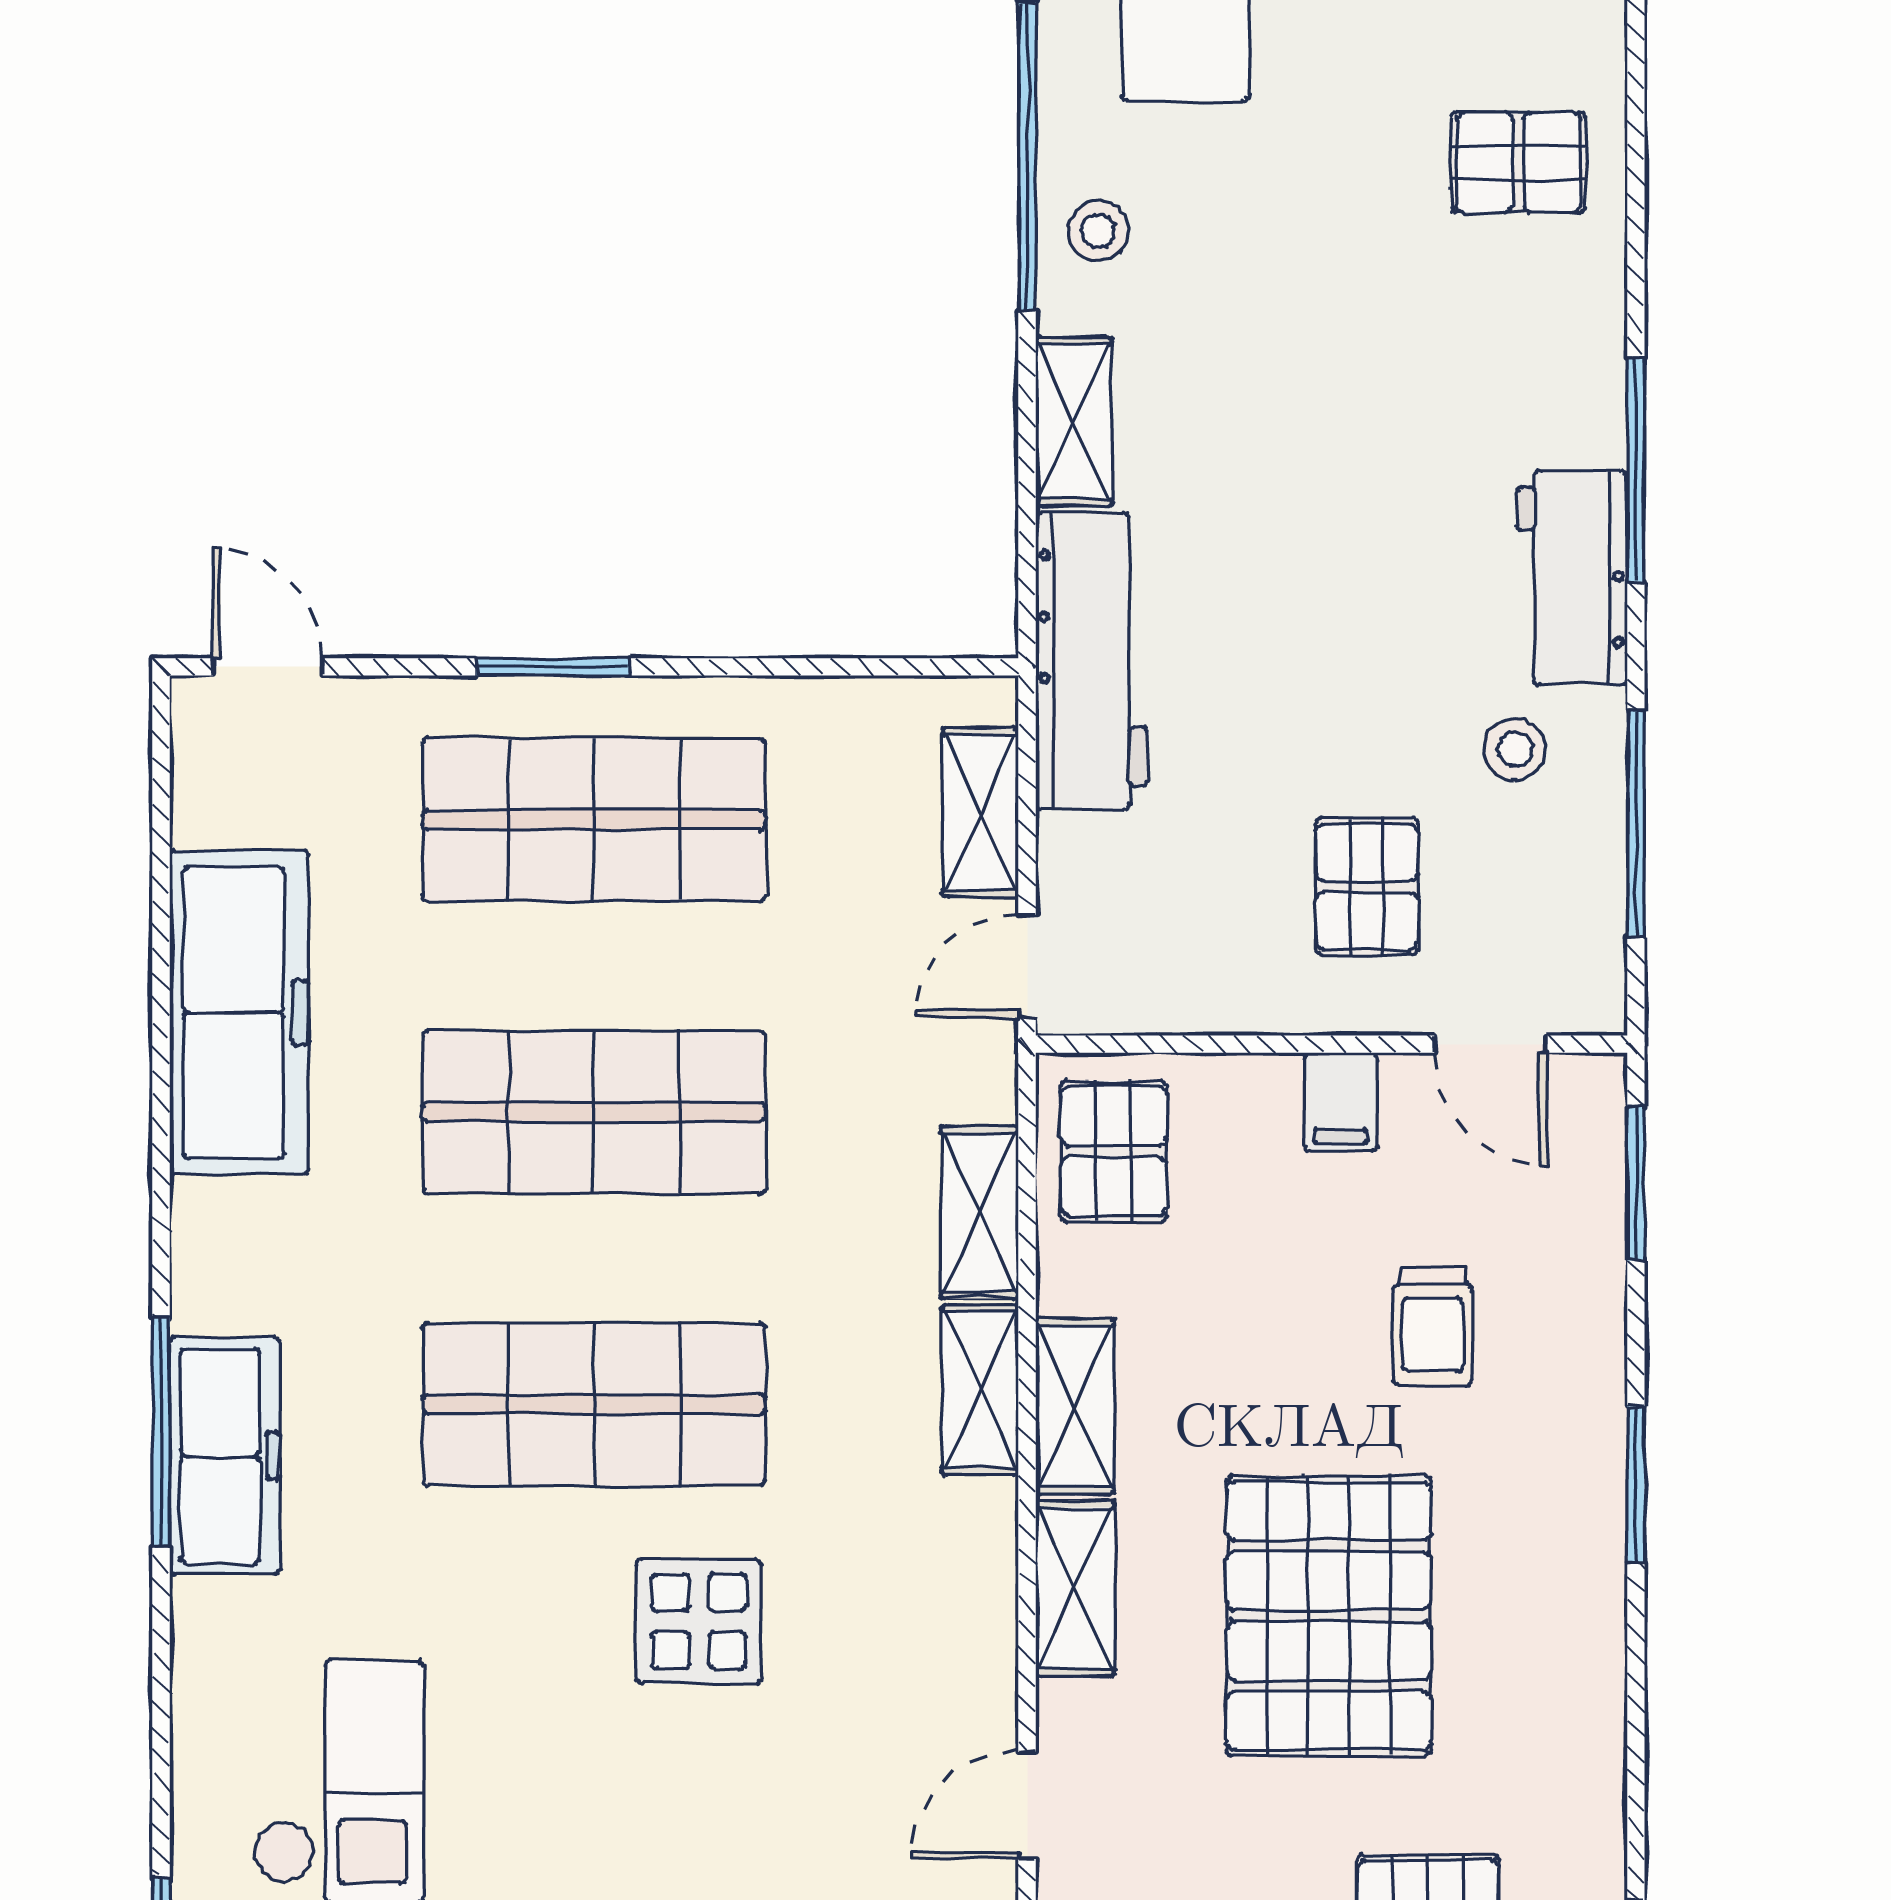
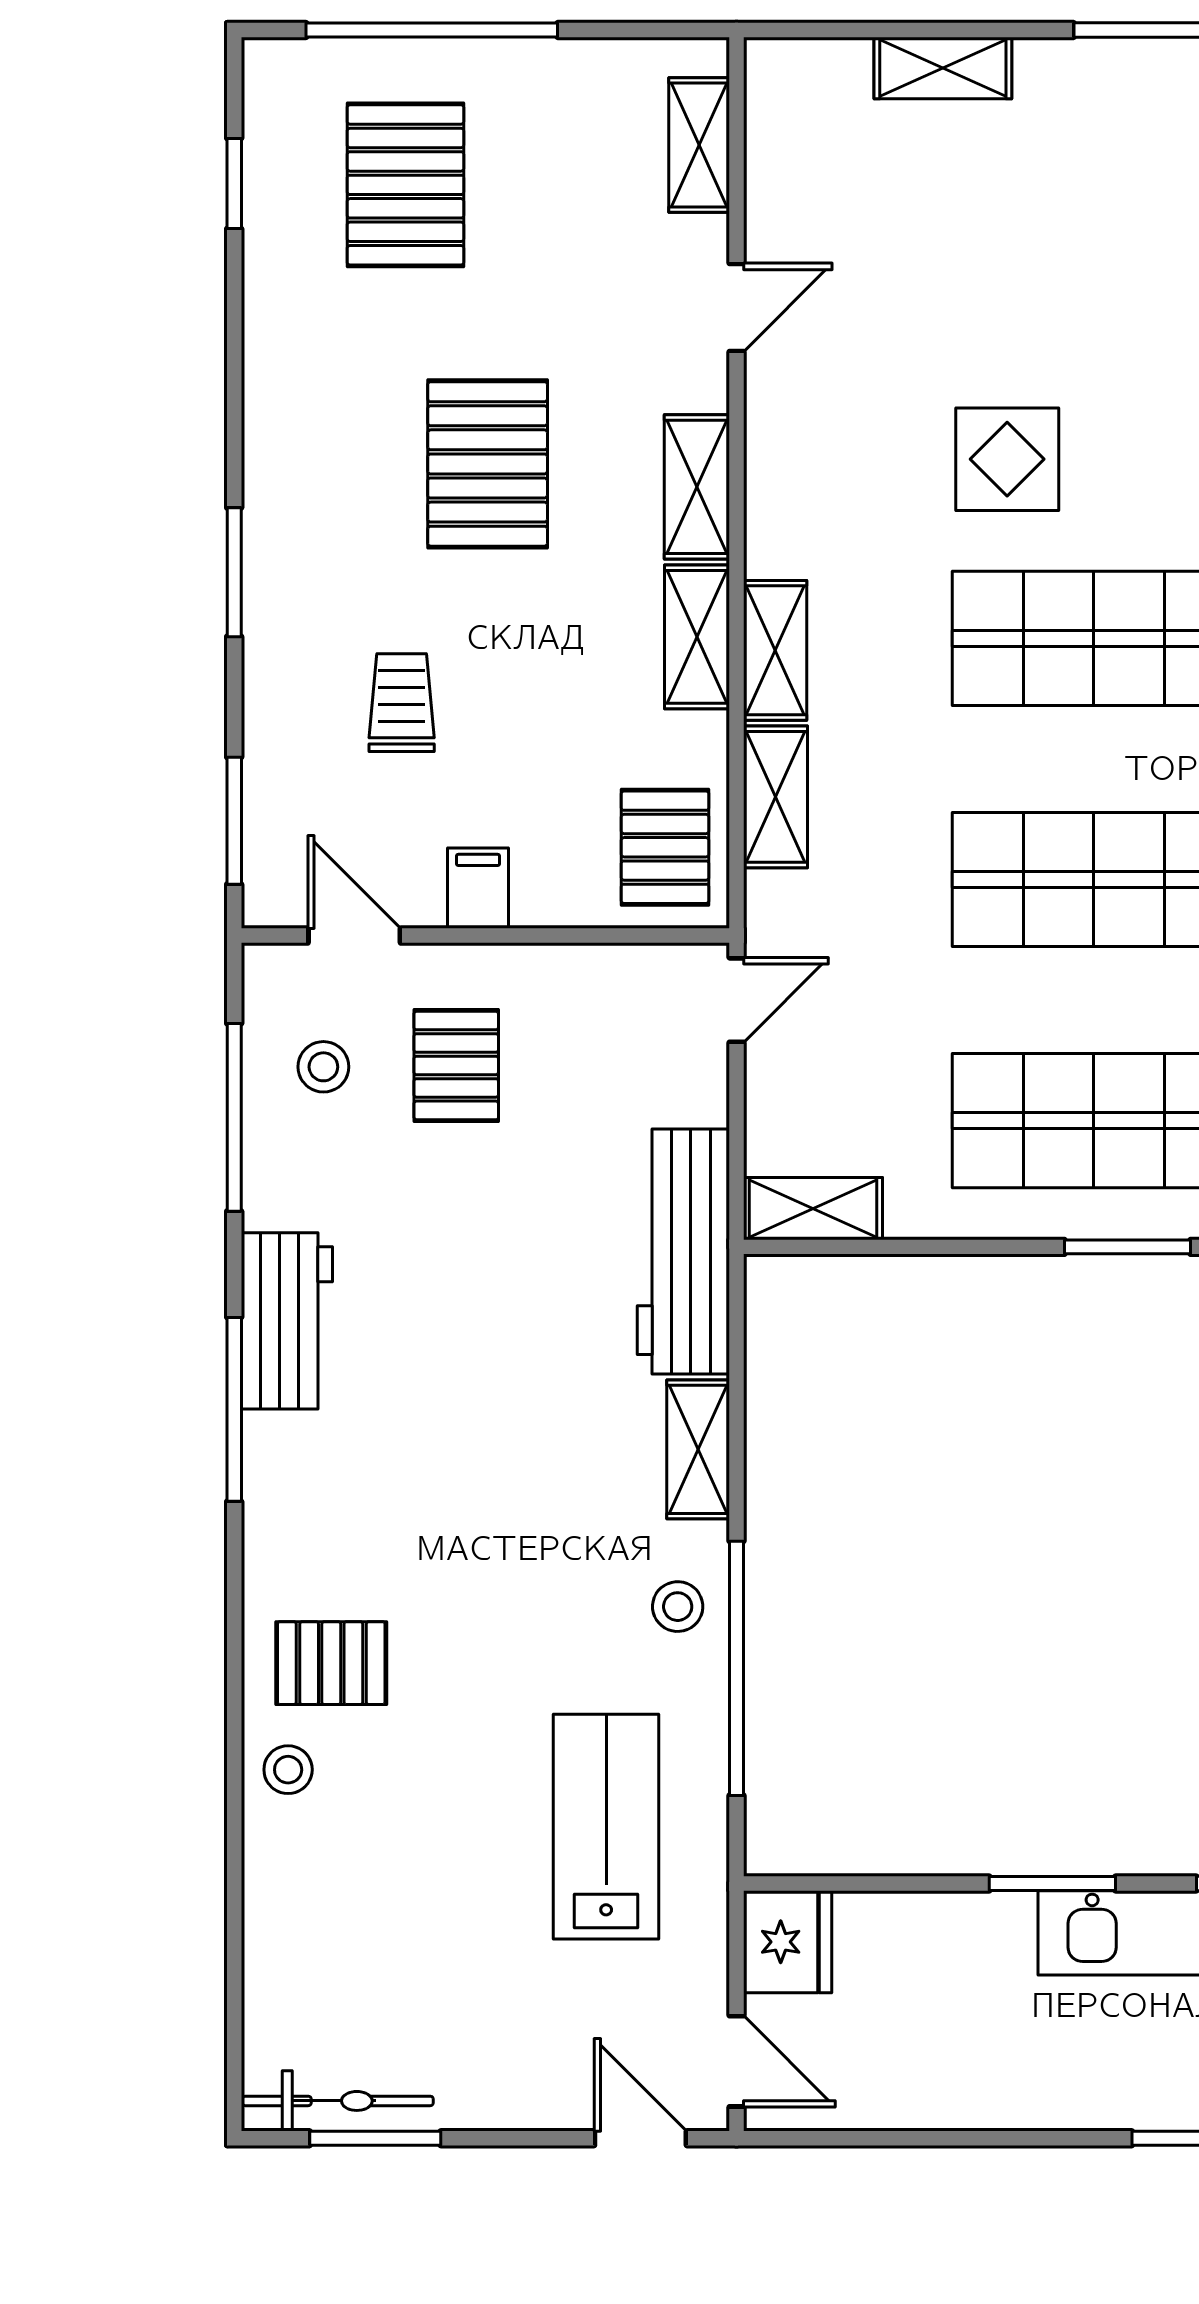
stool: (1571, 33) -> (288, 1770), added
stool: (1515, 749) -> (323, 1067), moved
shelving: (981, 812) -> (813, 1209), moved, turned 90
pallet: (1329, 1616) -> (488, 464), width x0.73, depth x0.71

